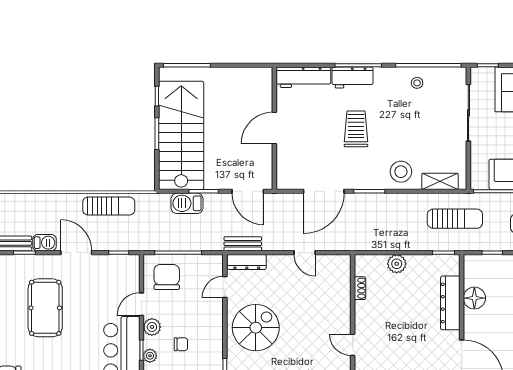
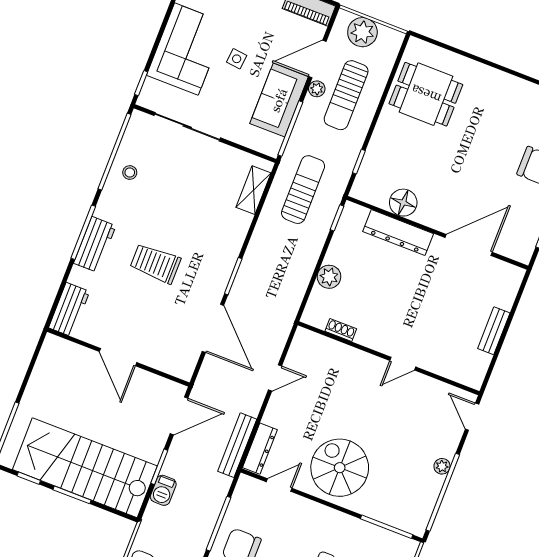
workbench: (303, 77) -> (69, 310), width x0.73
stool: (401, 172) -> (225, 231), removed
barbecue: (187, 203) -> (163, 490), width x0.73, depth x0.79
bench: (243, 244) -> (237, 445), width x1.36
door: (225, 287) -> (279, 485), swing flipped

